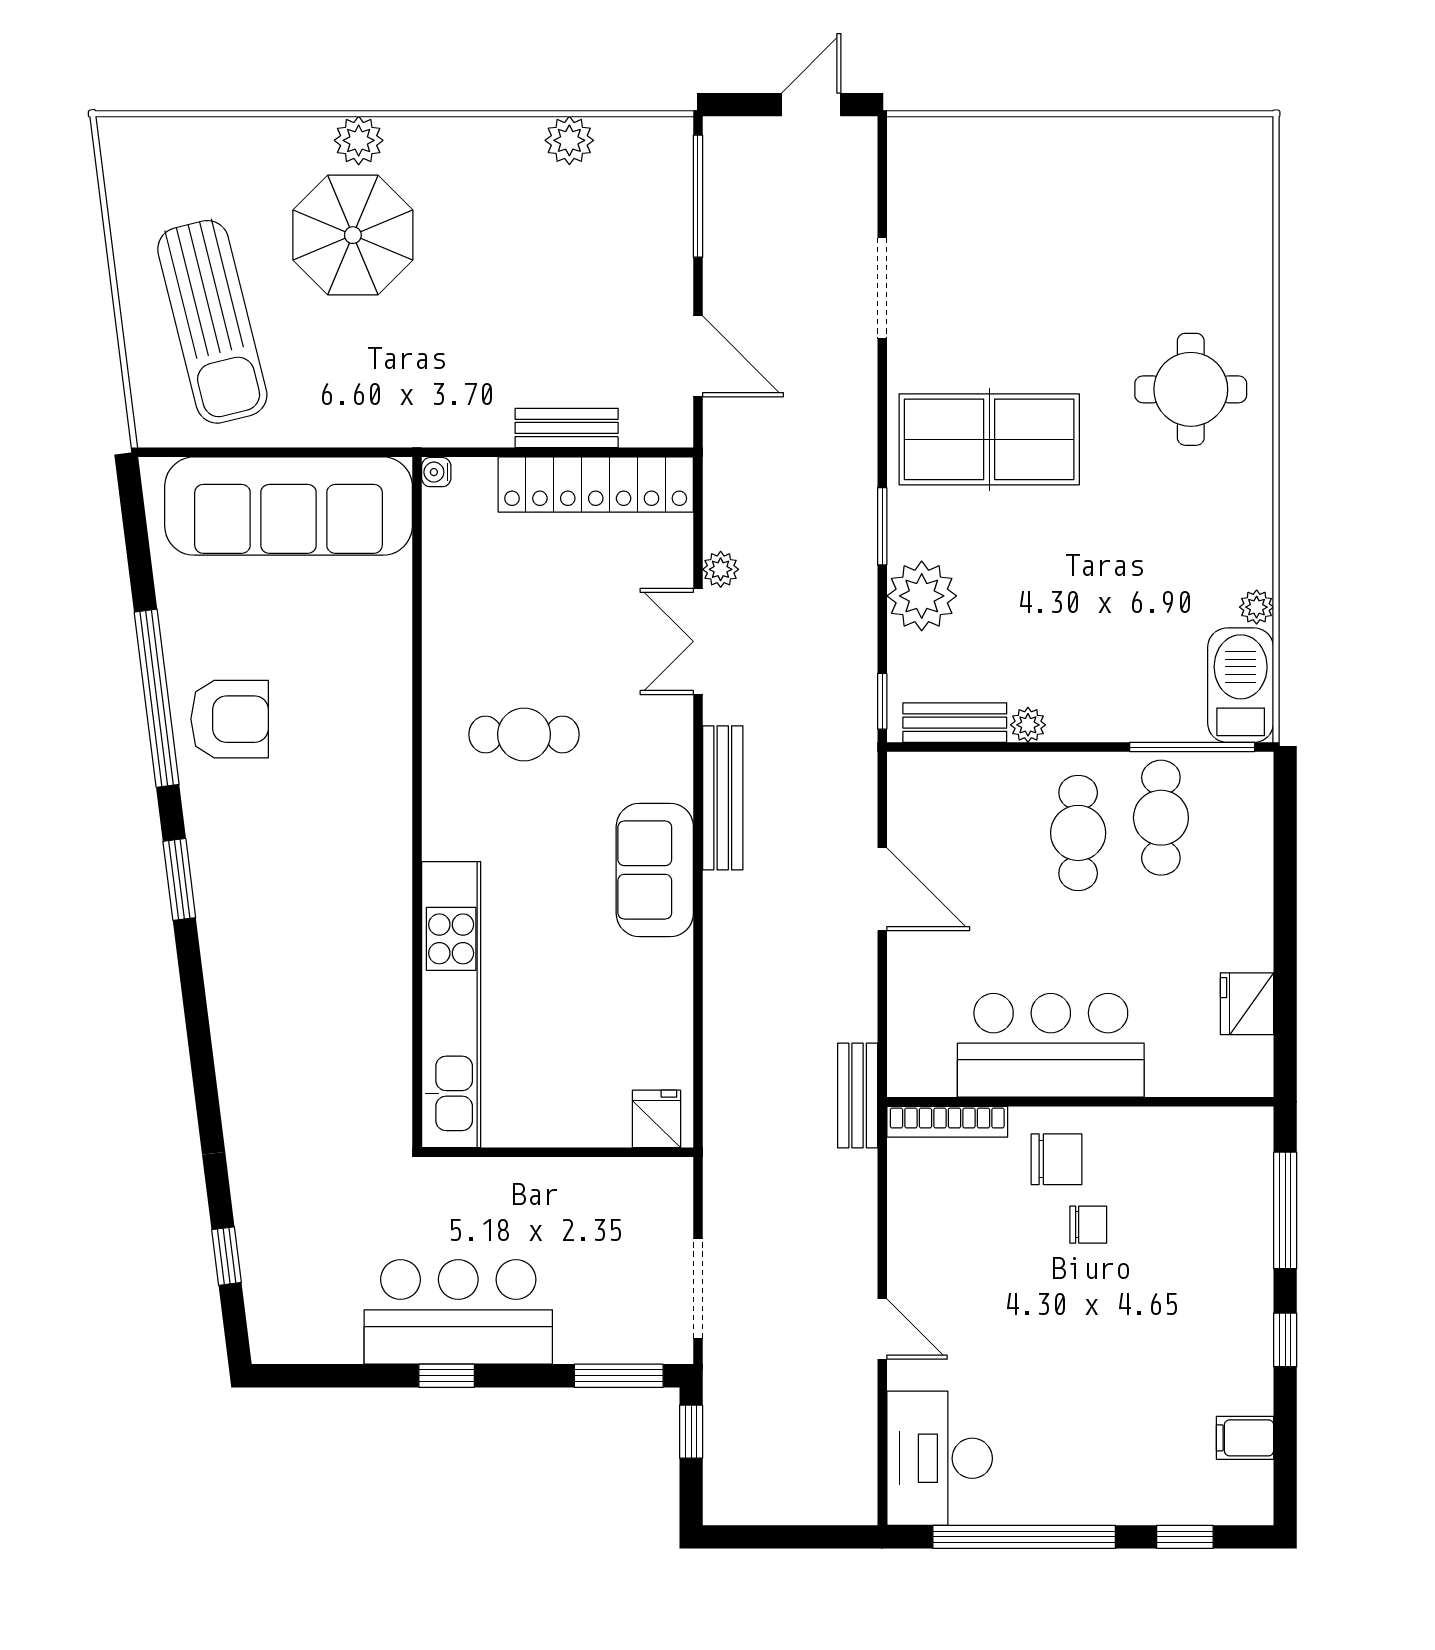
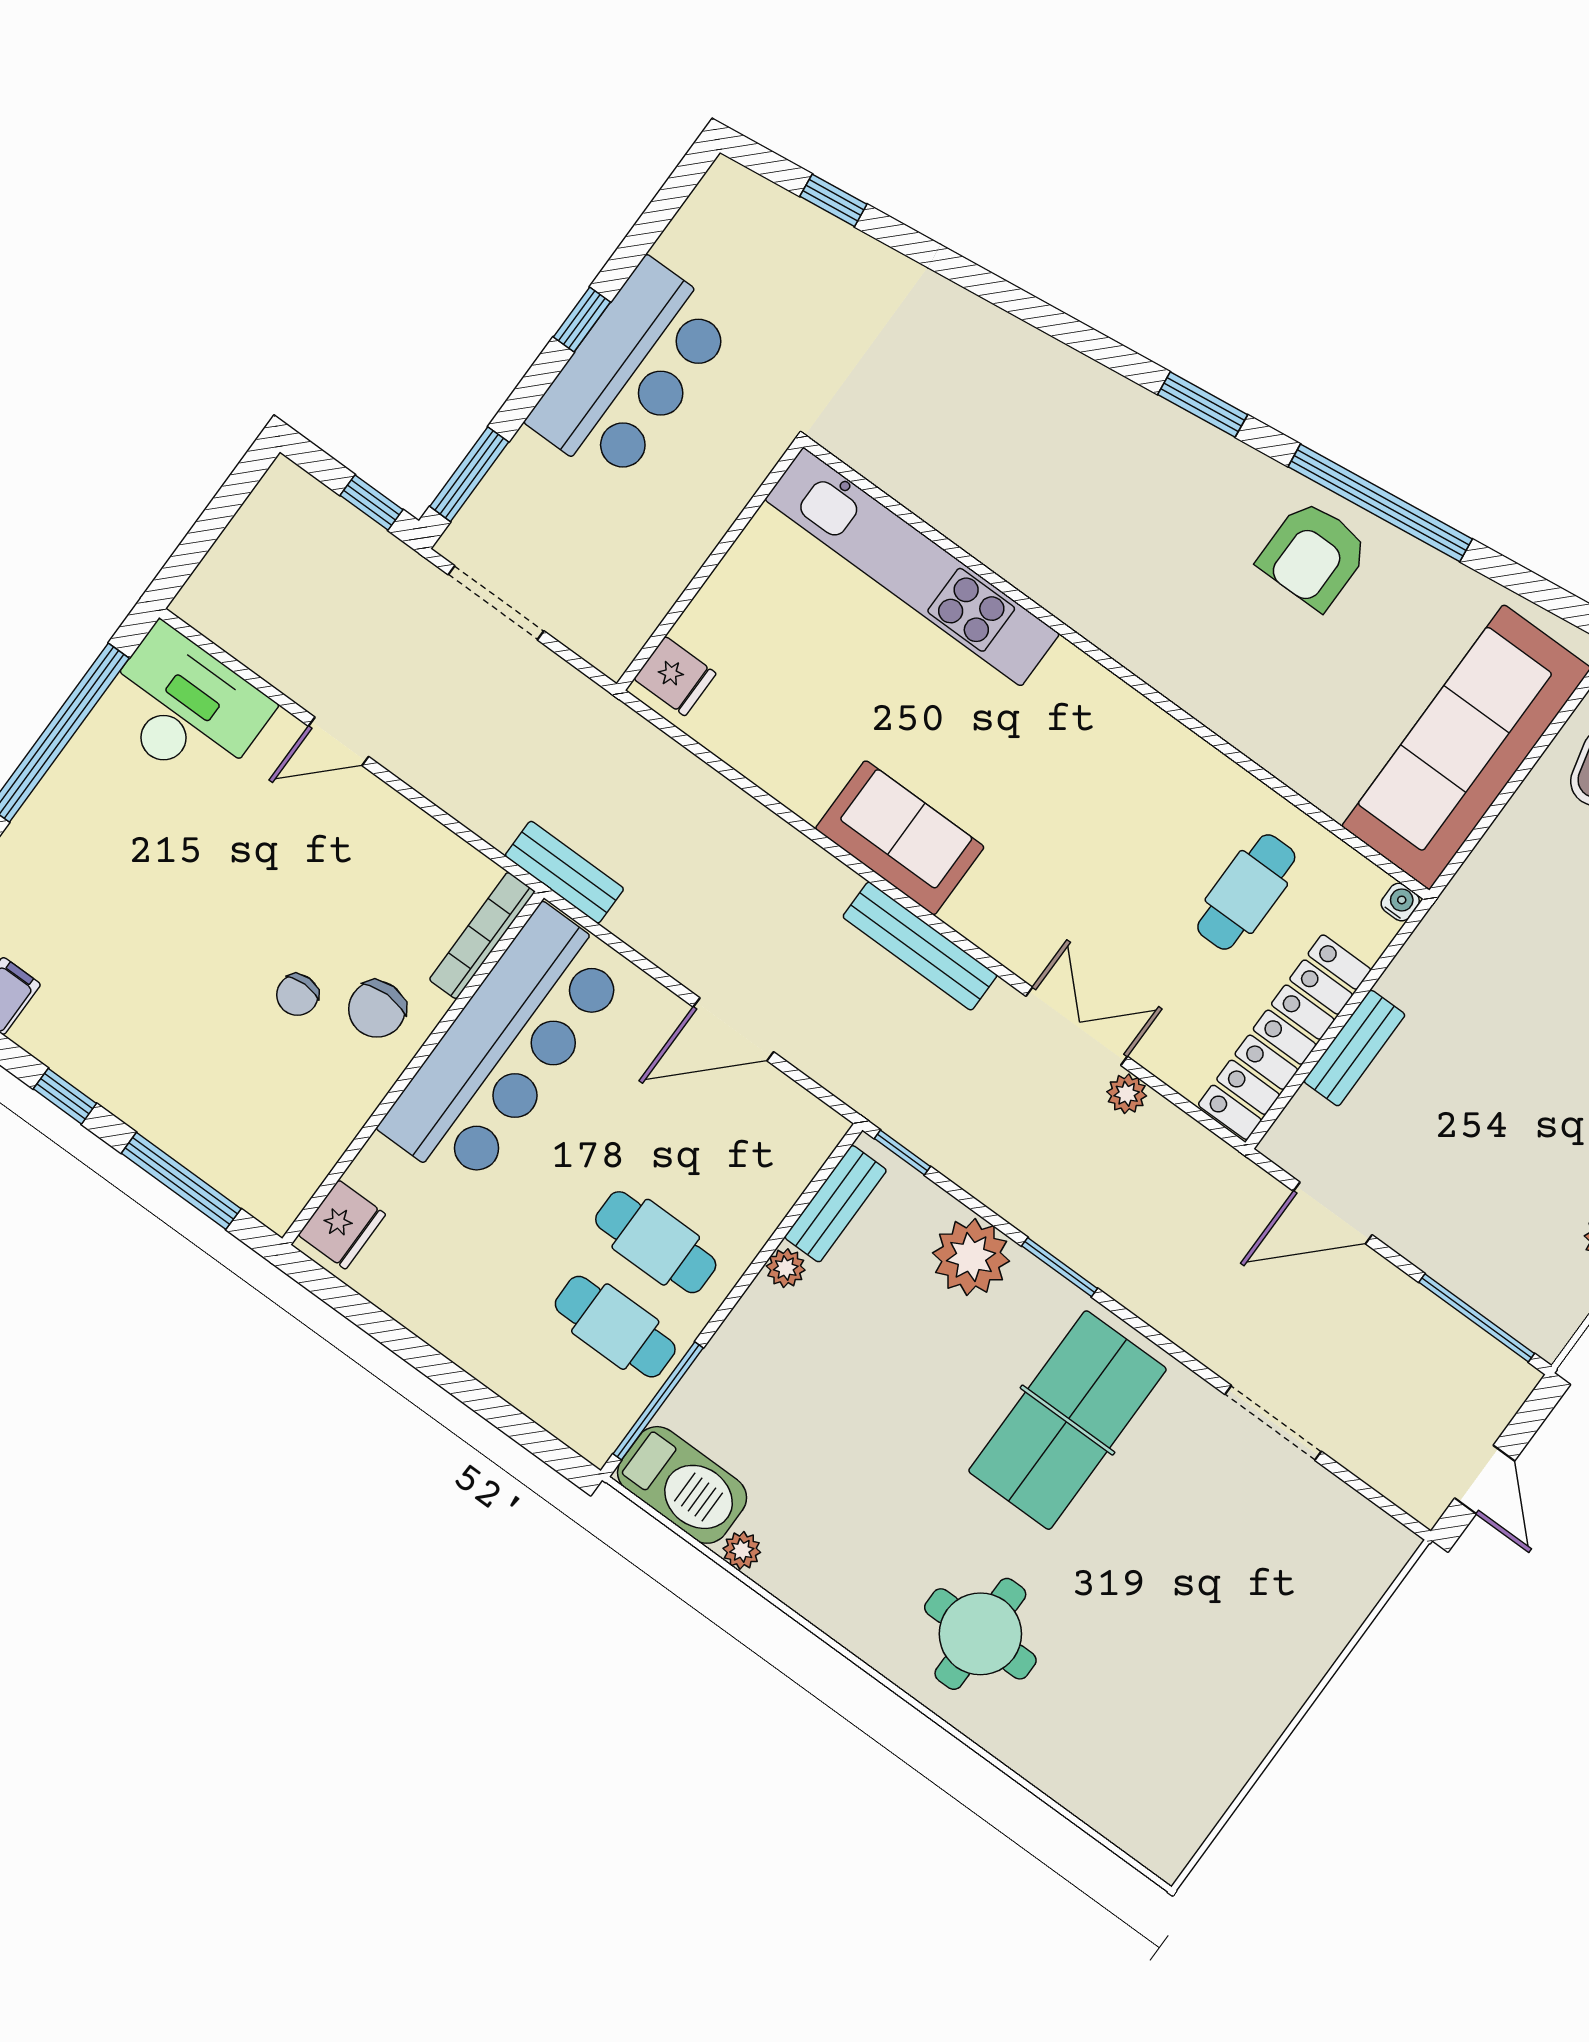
cafe table: (524, 734) -> (1246, 892), moved
fridge: (1247, 1004) -> (342, 1225), moved, turned 90
bar counter: (1051, 1045) -> (505, 1048), width x1.36

